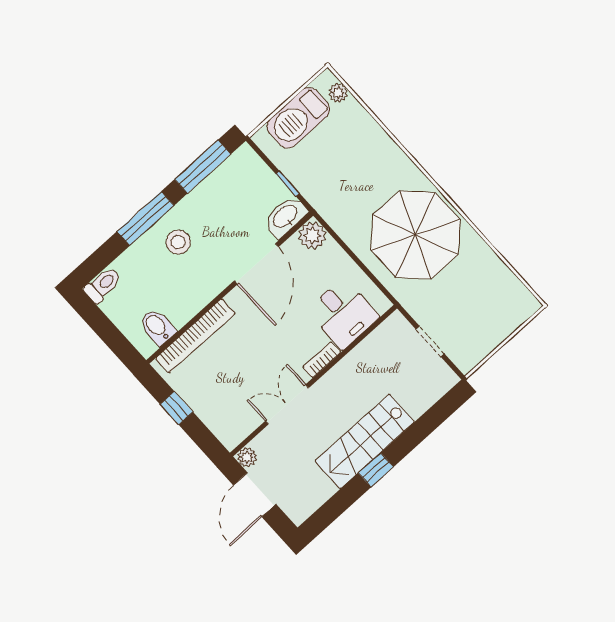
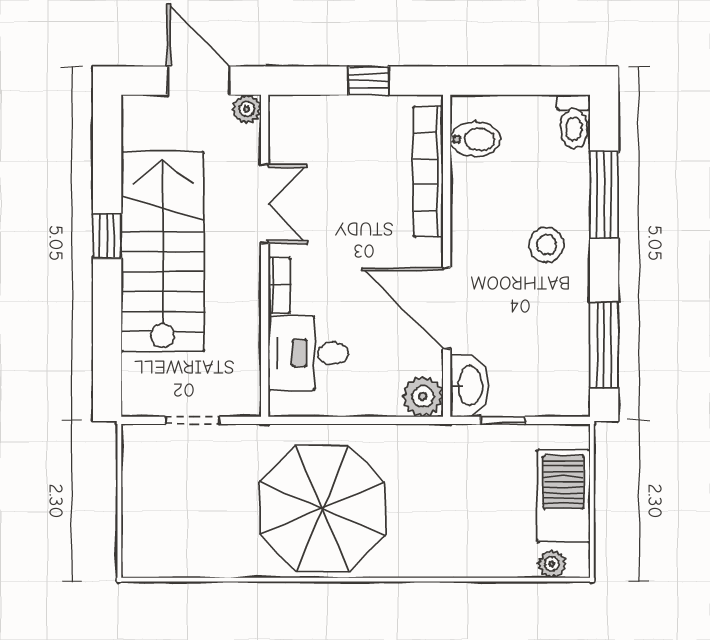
window: (145, 218) -> (604, 195), moved
stairs: (365, 441) -> (163, 252), width x1.36, depth x1.51

